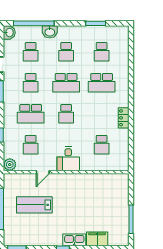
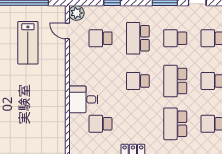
desk: (68, 159) -> (83, 99), moved
door: (43, 172) -> (67, 31), moved
lab bench: (34, 205) -> (28, 43), turned 180

